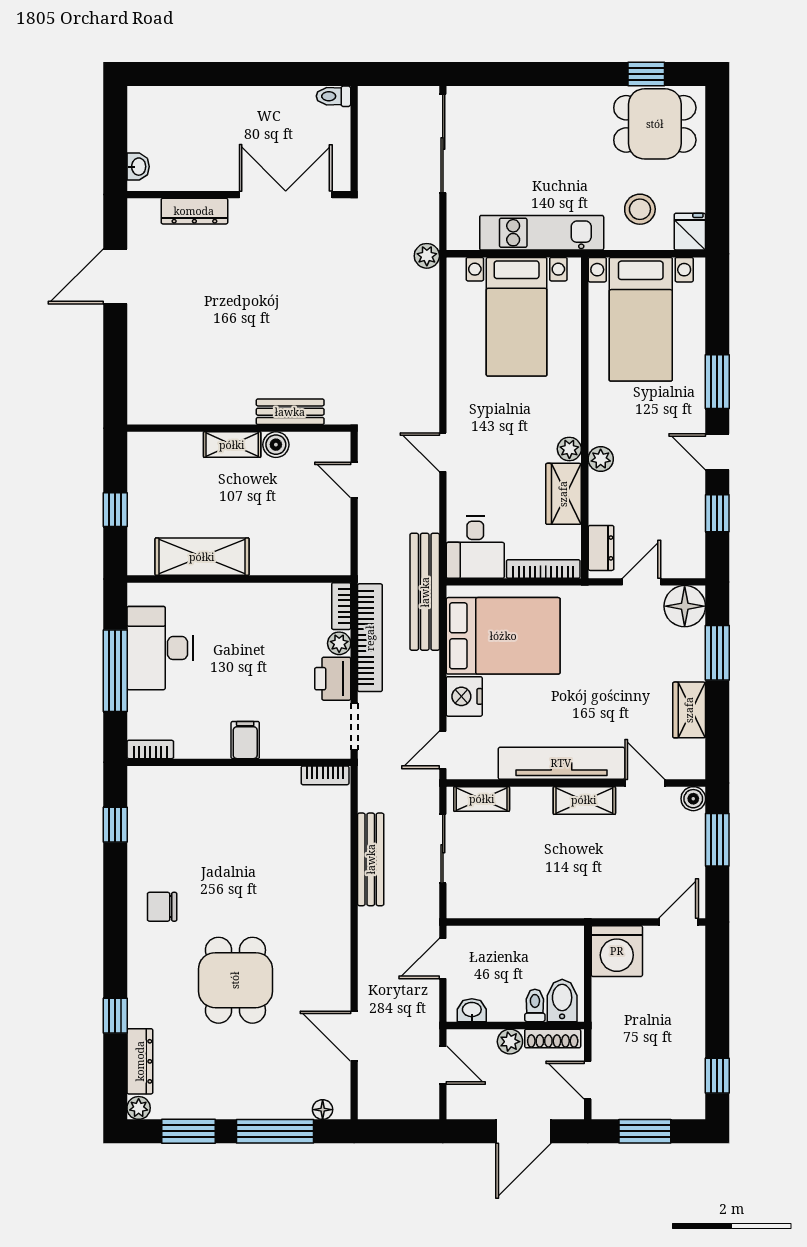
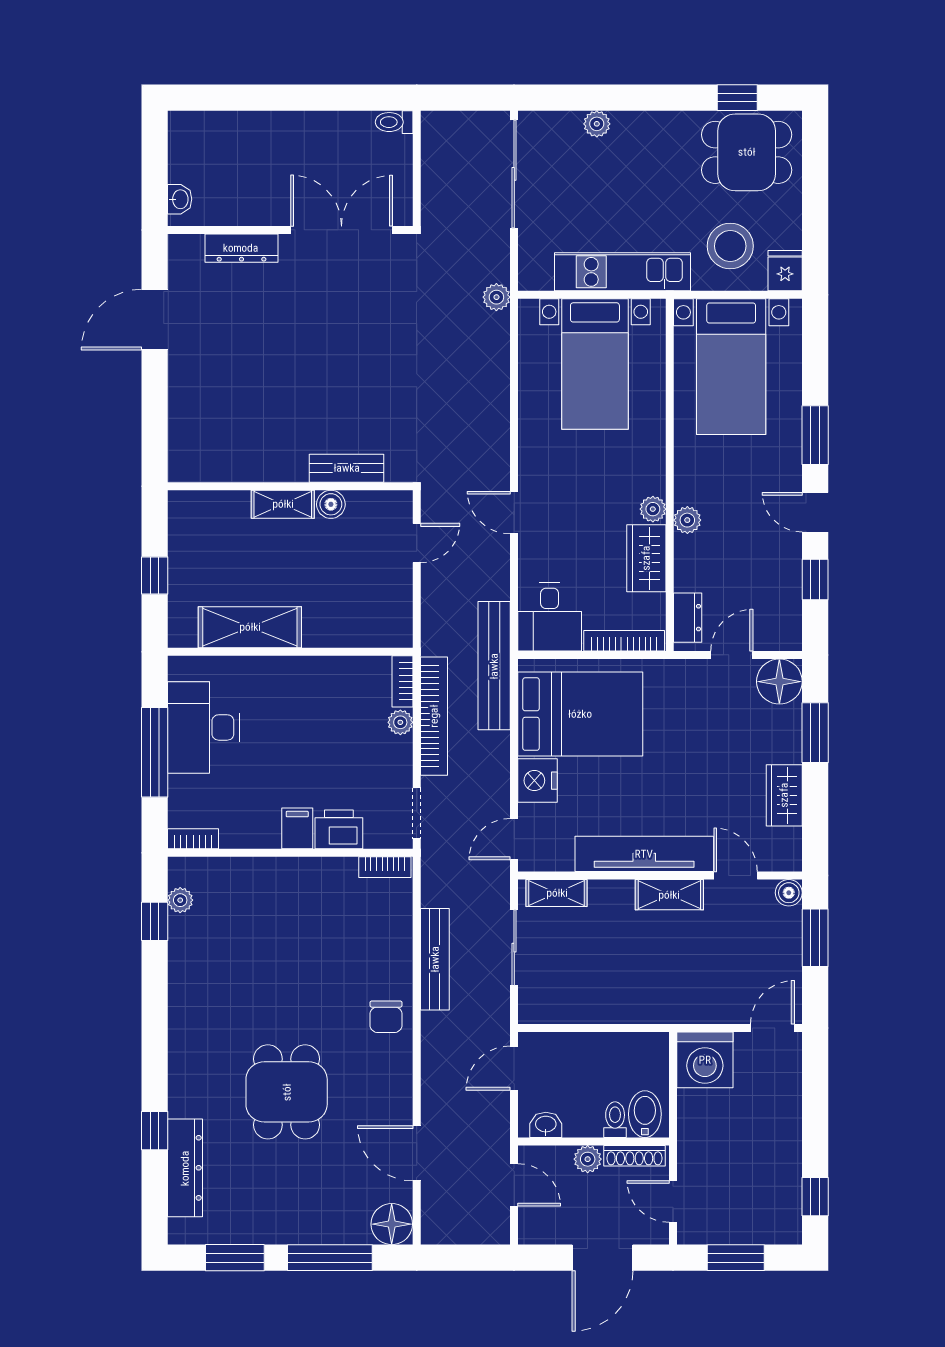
plant: (518, 98) -> (597, 124), added
stool: (640, 209) -> (730, 246), width x1.38, depth x1.38
door: (354, 480) -> (417, 543), swing flipped
printer: (333, 679) -> (339, 829), moved, turned 90
chair: (162, 907) -> (386, 1017), moved, turned -90
dresser: (140, 1061) -> (185, 1168), width x1.37, depth x1.24
plant: (139, 1108) -> (180, 900), moved
floor lamp: (323, 1110) -> (392, 1224), width x1.89, depth x1.89

